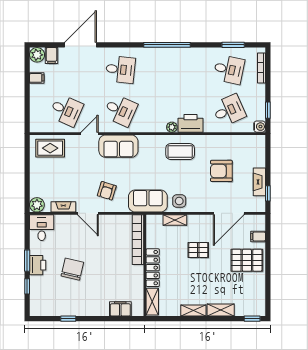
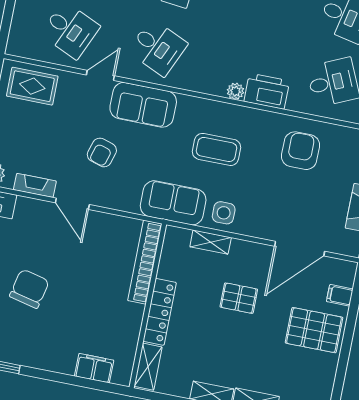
coffee table: (180, 152) -> (217, 149), moved
armchair: (221, 171) -> (300, 151), moved, turned 90
armchair: (107, 191) -> (102, 152), moved

